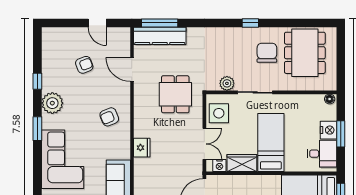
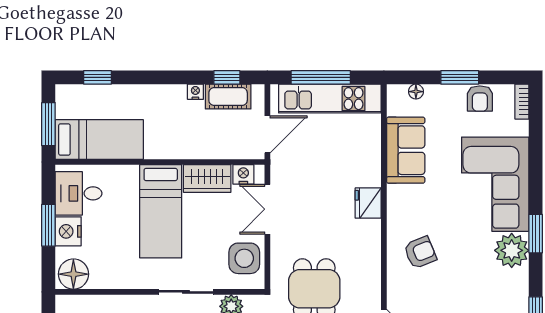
floor lamp: (330, 99) -> (73, 274), width x1.89, depth x1.89
plant: (52, 103) -> (512, 250), moved

